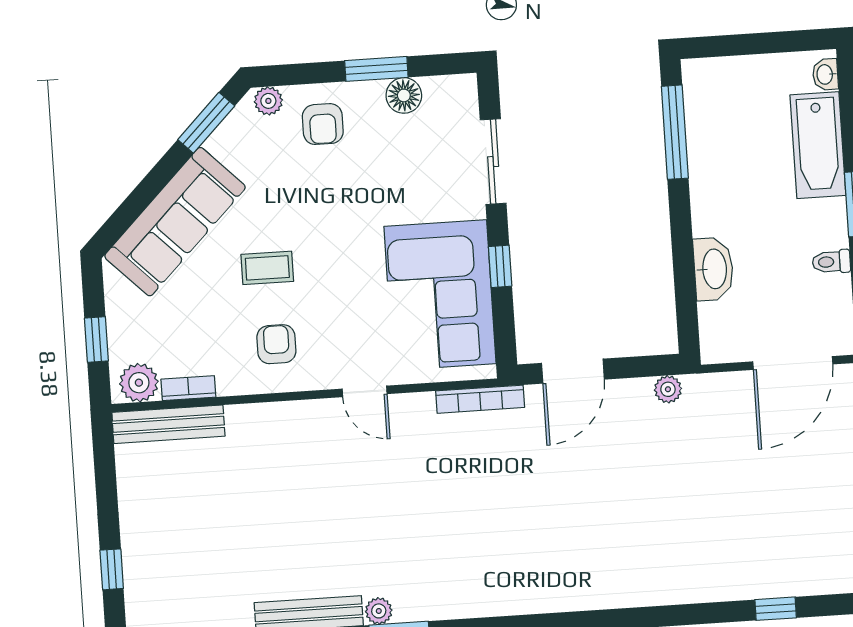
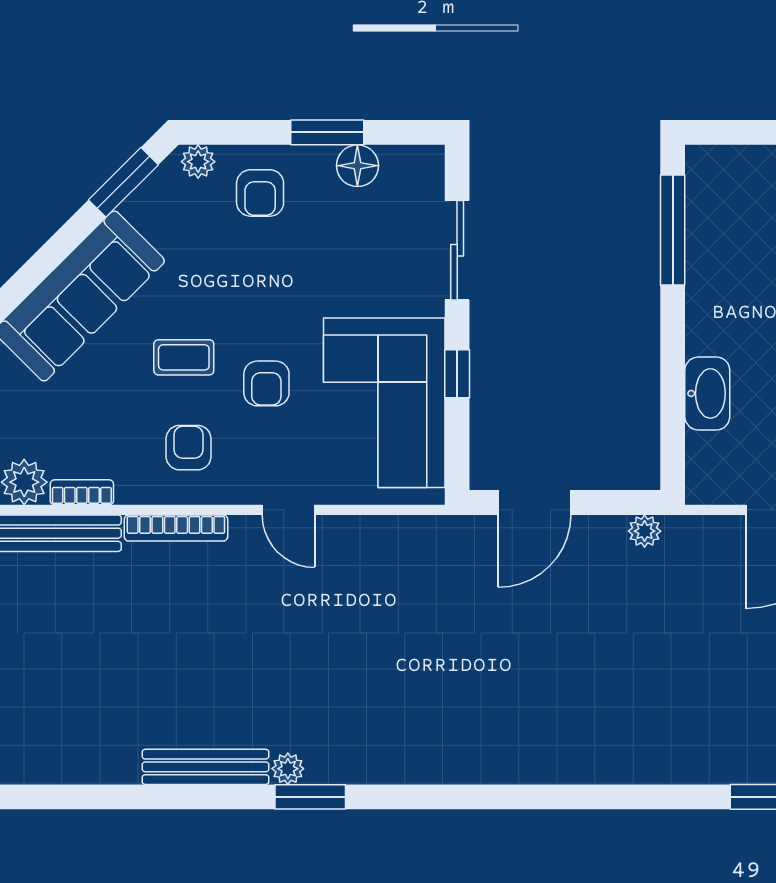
armchair: (339, 285) -> (266, 383), added
bookcase: (480, 399) -> (176, 528), moved

